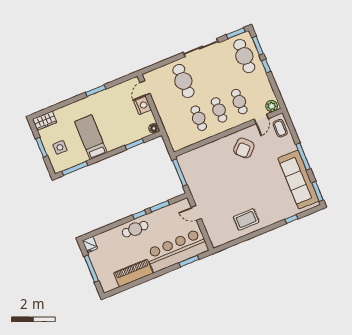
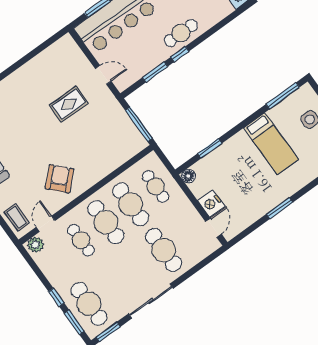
cafe table: (219, 110) -> (106, 222), width x1.37, depth x1.35
cafe table: (199, 118) -> (131, 204), width x1.37, depth x1.35
cafe table: (178, 127) -> (156, 186), added
rug: (246, 220) -> (69, 104), moved

